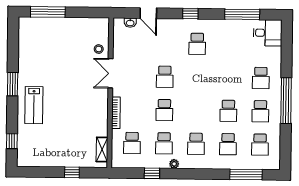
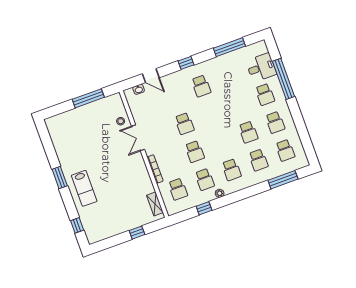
window: (48, 12) -> (88, 98), moved
desk: (268, 33) -> (261, 67), moved
window: (286, 101) -> (284, 79), moved

